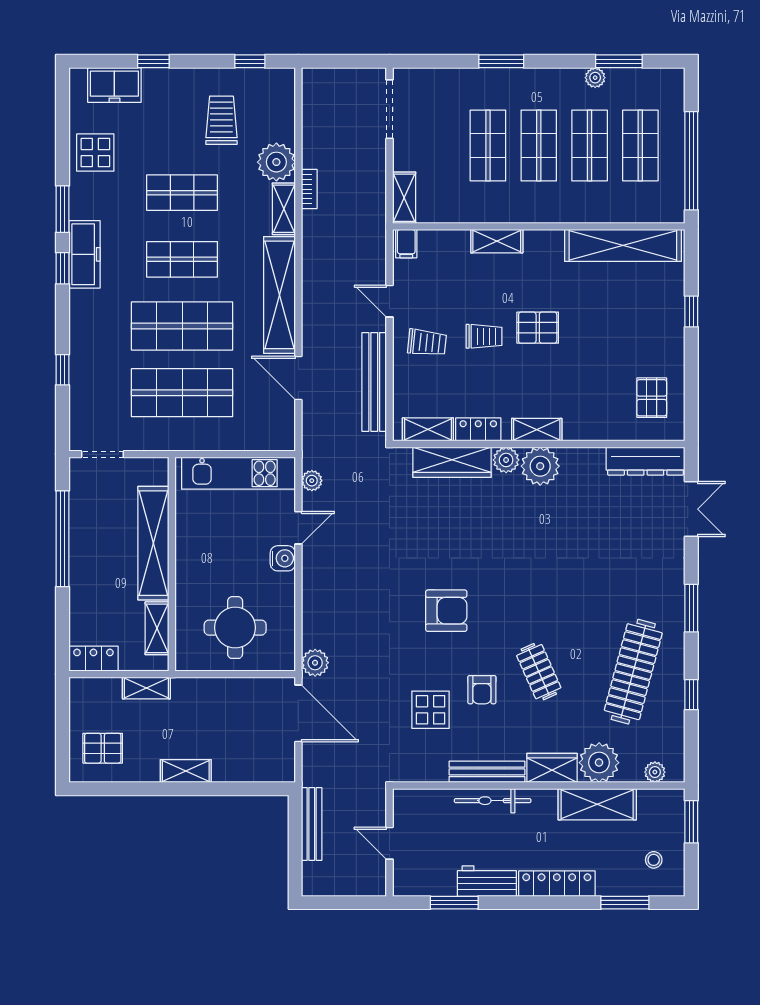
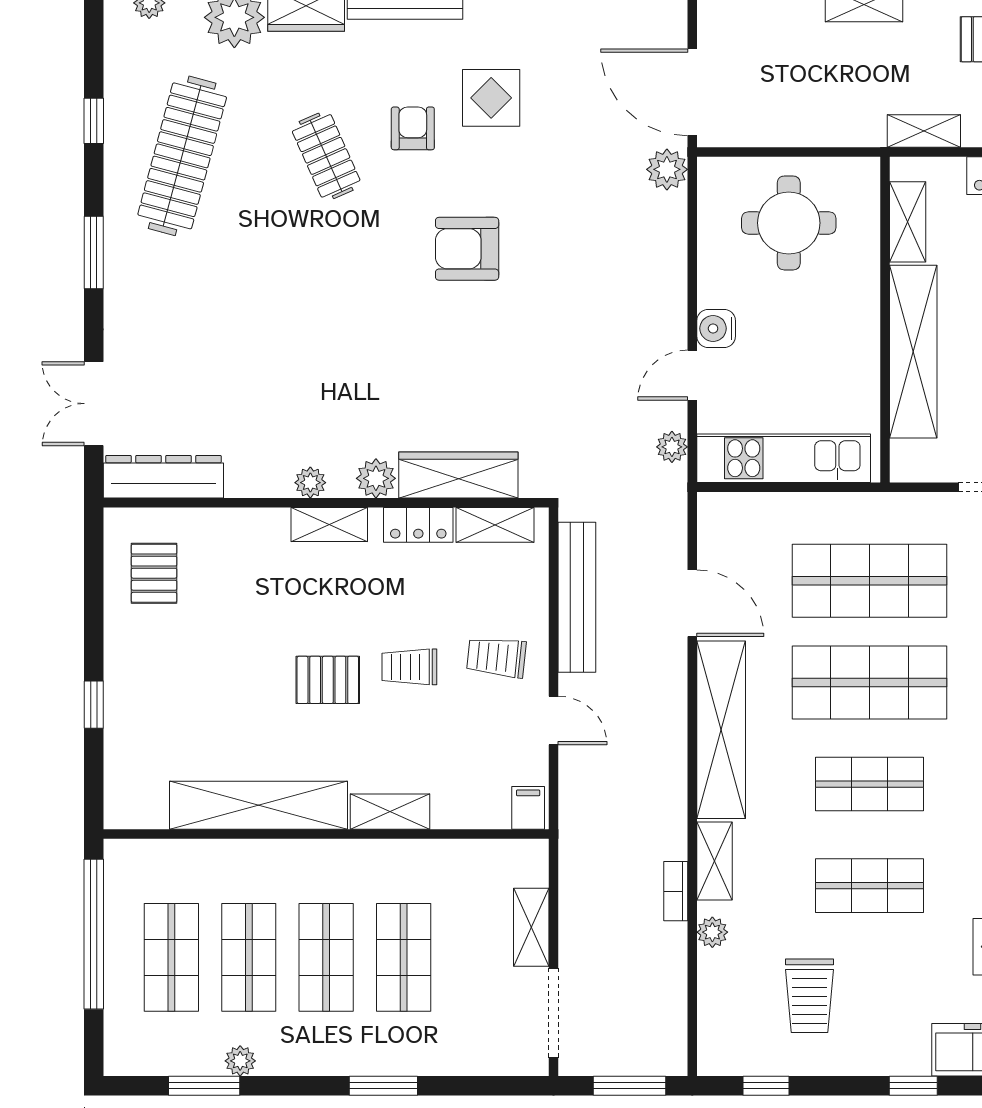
window: (340, 61) -> (630, 1086), added
plant: (276, 162) -> (712, 932), width x0.53, depth x0.53
shelving: (404, 198) -> (531, 927), moved
shelving: (623, 245) -> (258, 805), moved
plant: (540, 466) -> (310, 483), width x0.53, depth x0.53

